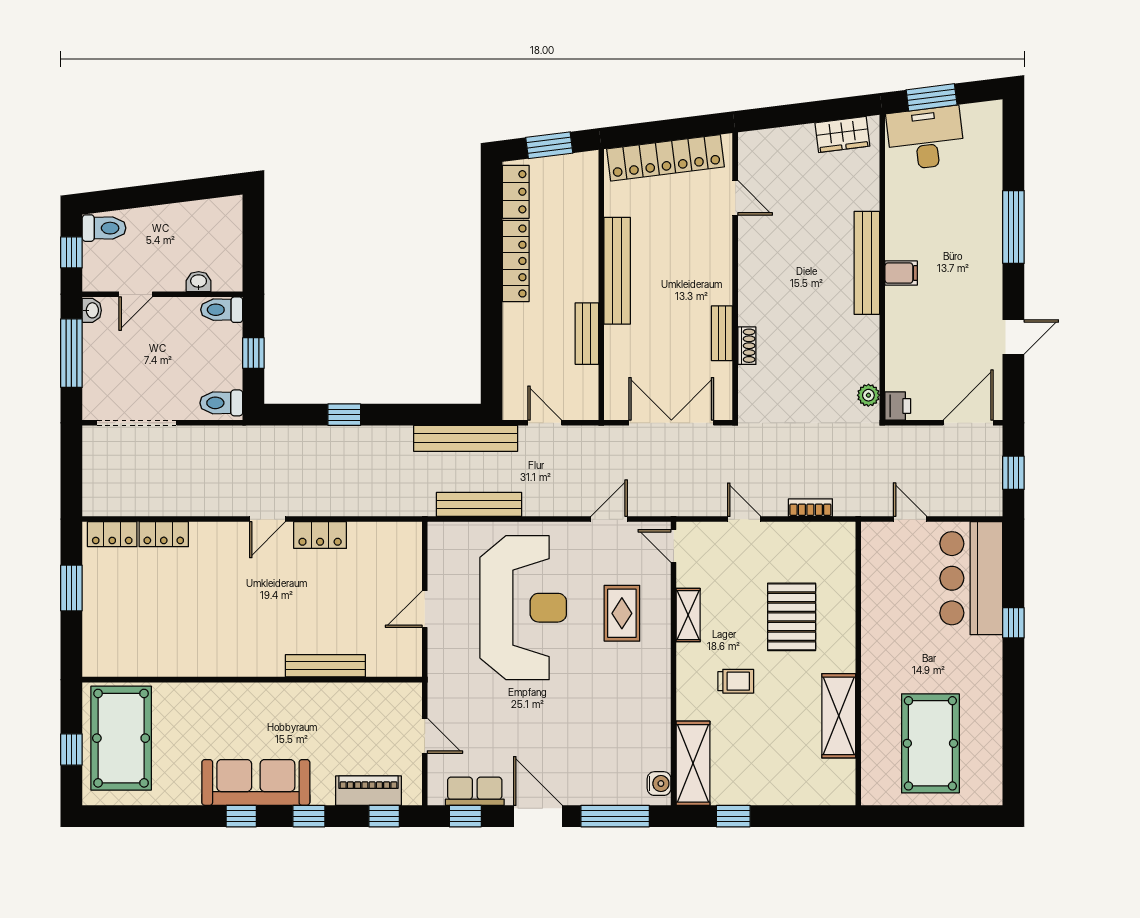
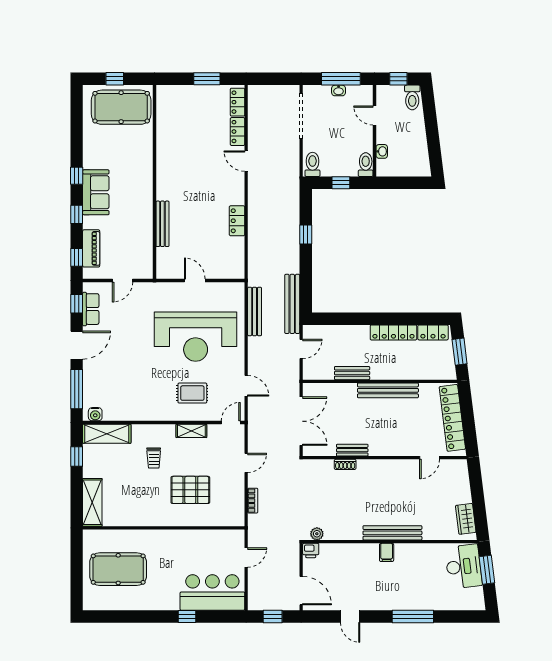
washbasin: (92, 310) -> (339, 90), moved
door: (268, 519) -> (246, 161), moved
shelving: (839, 716) -> (92, 502), moved, turned 90
sofa: (256, 782) -> (96, 192), width x0.73

